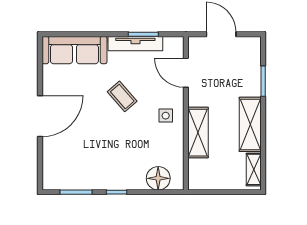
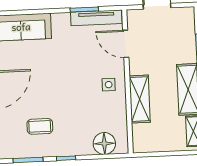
tv unit: (135, 44) -> (96, 18), moved
coffee table: (122, 96) -> (40, 126), moved, turned -49

